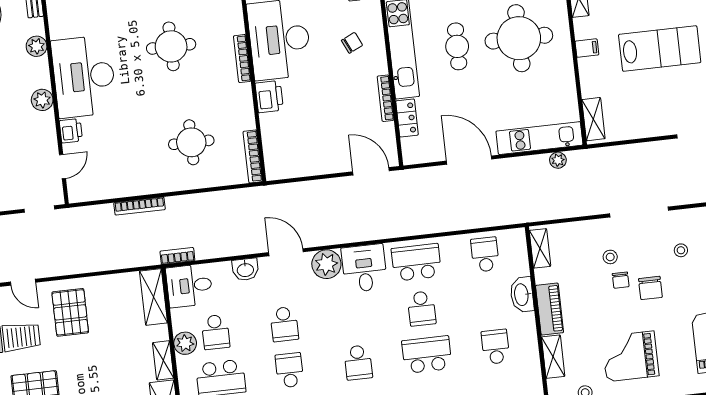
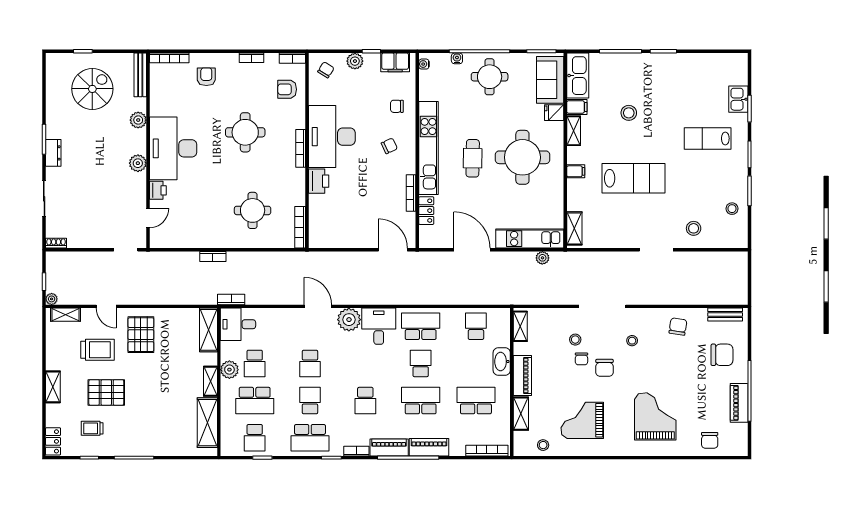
bookcase: (140, 206) -> (213, 256), width x0.64
washbasin: (245, 269) -> (284, 316), removed
school desk: (422, 308) -> (421, 363), turned 180
school desk: (496, 347) -> (476, 401), width x1.85

